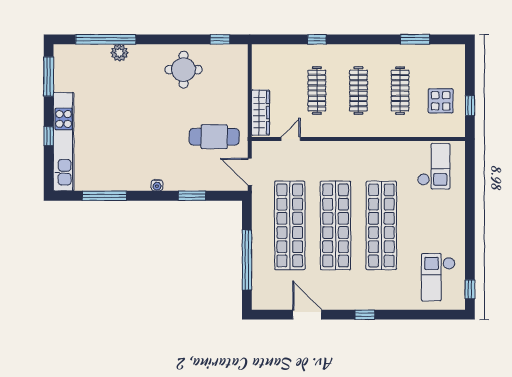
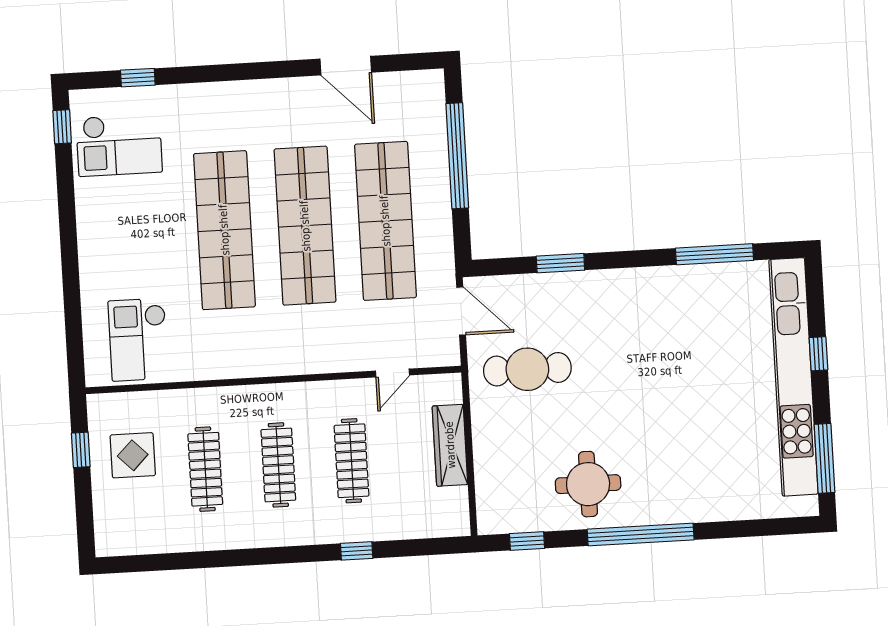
window: (106, 39) -> (641, 534), moved
window: (415, 39) -> (184, 561), removed
plant: (119, 53) -> (703, 507), removed
wardrobe: (261, 113) -> (450, 445), moved
kitchen unit: (64, 142) -> (793, 377), width x1.36
water cooler: (157, 185) -> (623, 278), removed
checkout: (438, 277) -> (119, 145), turned 90
window: (365, 315) -> (138, 78), moved

